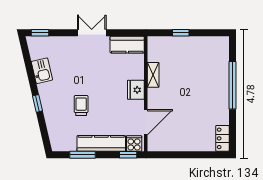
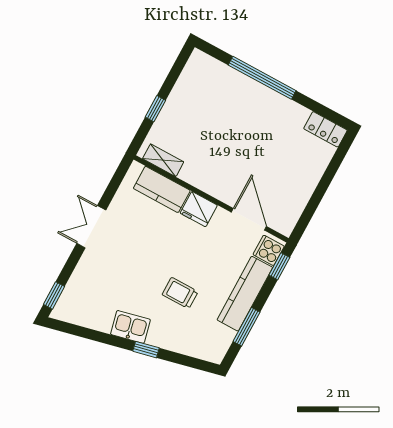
kitchen counter: (127, 45) -> (162, 189), moved, turned 90
kitchen sink: (42, 71) -> (130, 327), moved
shelving: (153, 75) -> (163, 160), moved

